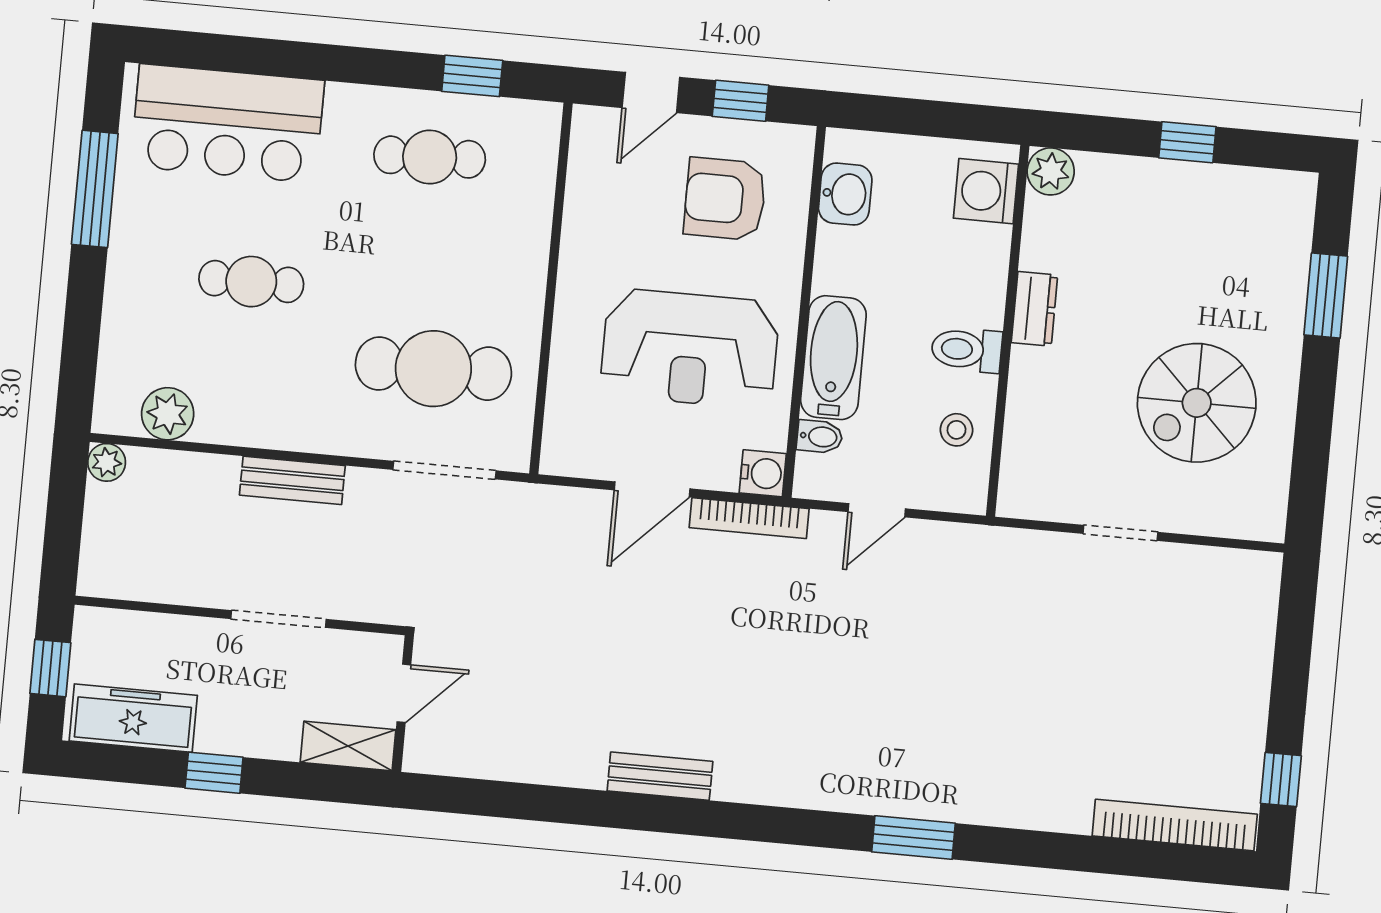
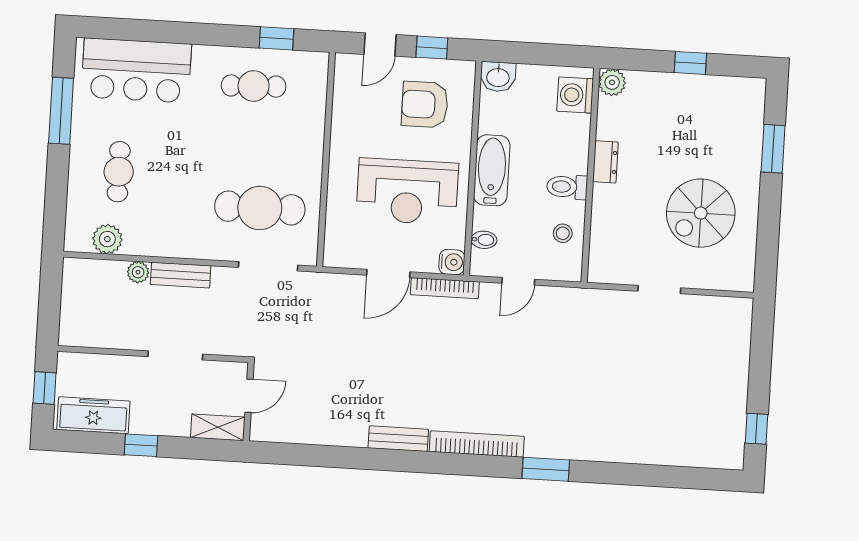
washbasin: (845, 194) -> (498, 77), moved, turned 90
cafe table: (251, 282) -> (119, 172), moved, turned 90
bathtub: (833, 358) -> (492, 170), moved
plant: (107, 462) -> (138, 272), moved
bookcase: (1175, 825) -> (477, 444), moved

